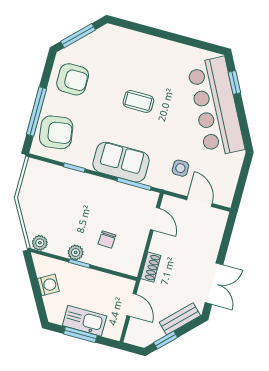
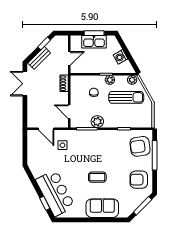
bar counter: (216, 107) -> (55, 193), width x0.73
sofa: (121, 162) -> (102, 208), moved, turned 180
plant: (114, 191) -> (97, 122), added
sun lounger: (57, 217) -> (126, 97), added
door: (131, 305) -> (69, 58), swing flipped

